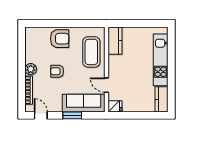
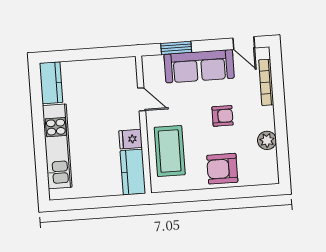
plant: (31, 69) -> (267, 140), moved
sofa: (84, 103) -> (199, 66), moved
fridge: (115, 106) -> (131, 139), moved
window: (72, 115) -> (176, 48), moved

